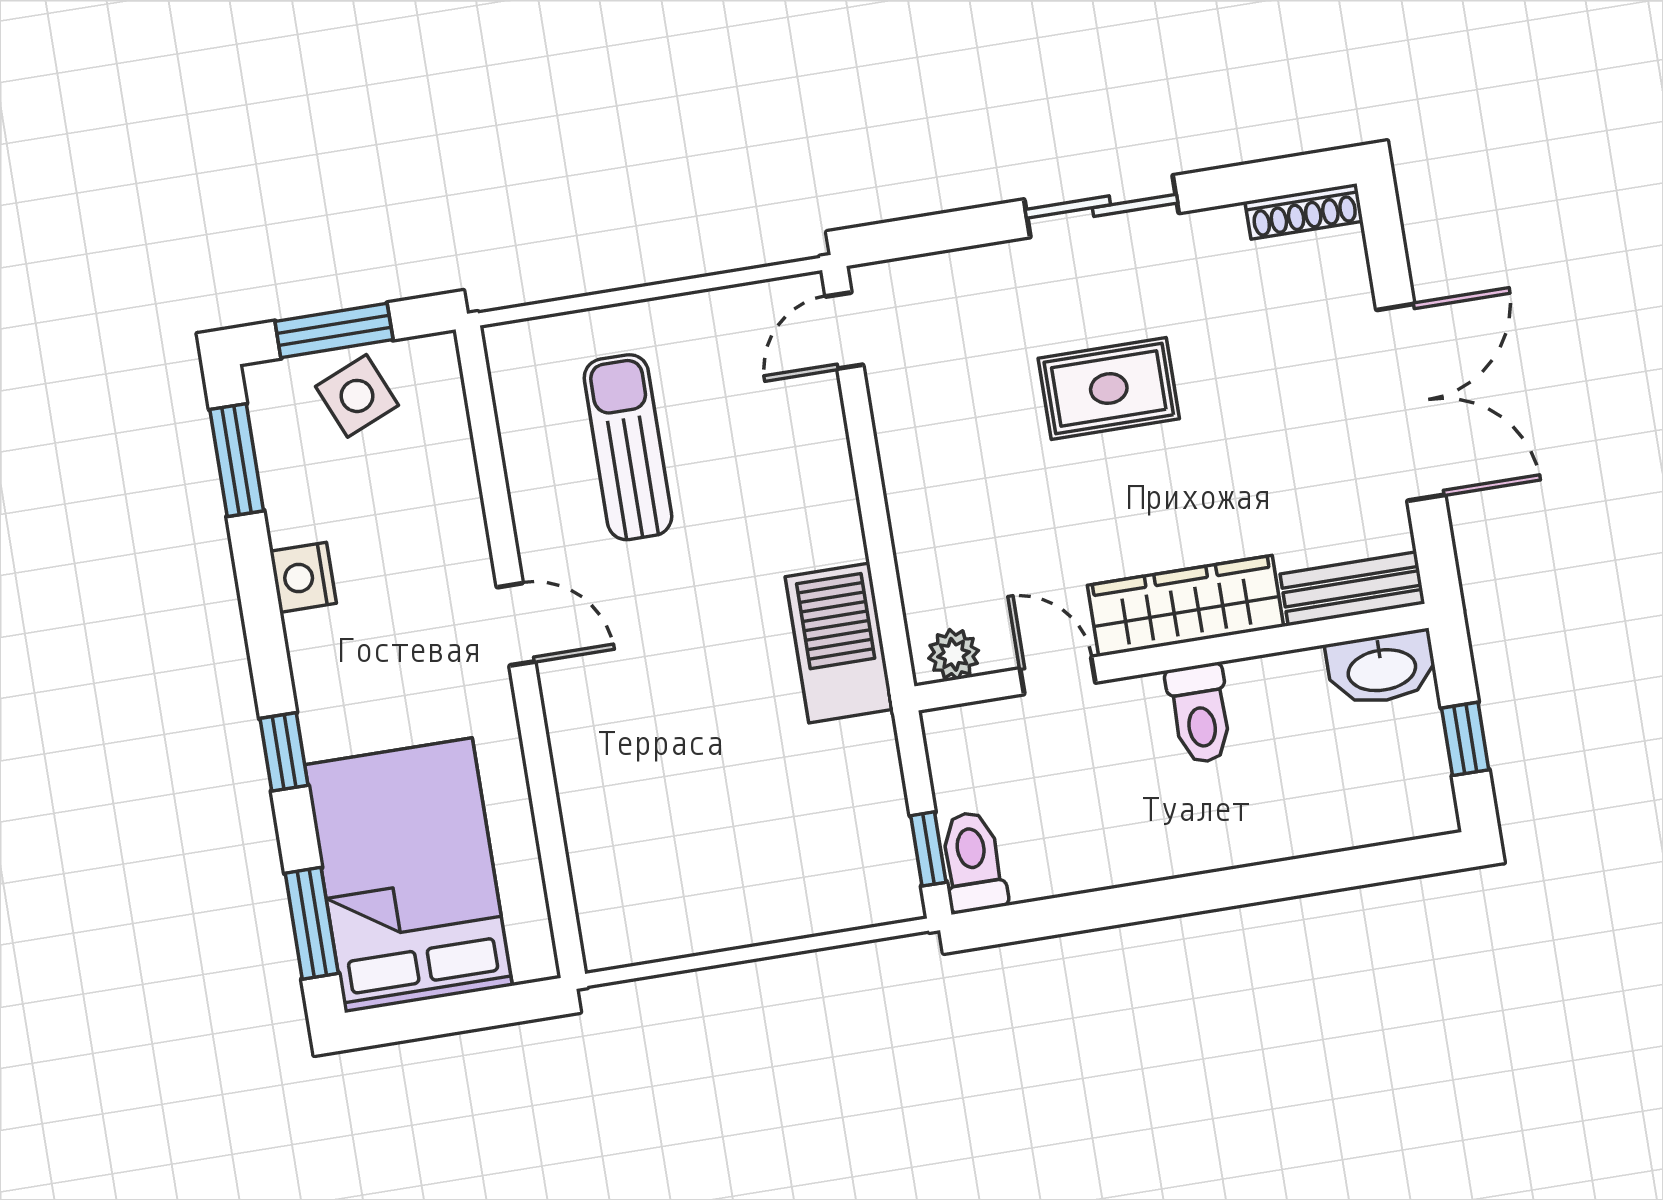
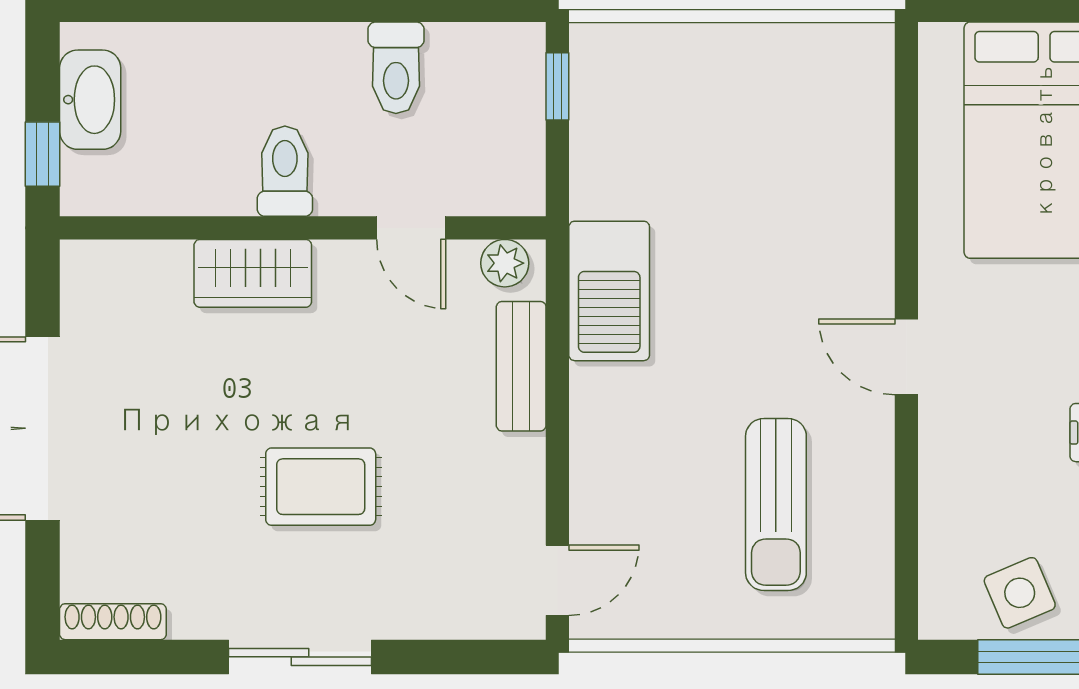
bench: (1352, 589) -> (521, 366), moved, turned 90
wardrobe: (1186, 606) -> (253, 273), width x0.67
washbasin: (1382, 668) -> (90, 100), moved, turned 90
window: (1465, 739) -> (42, 154), moved
toilet: (973, 862) -> (396, 68), moved

